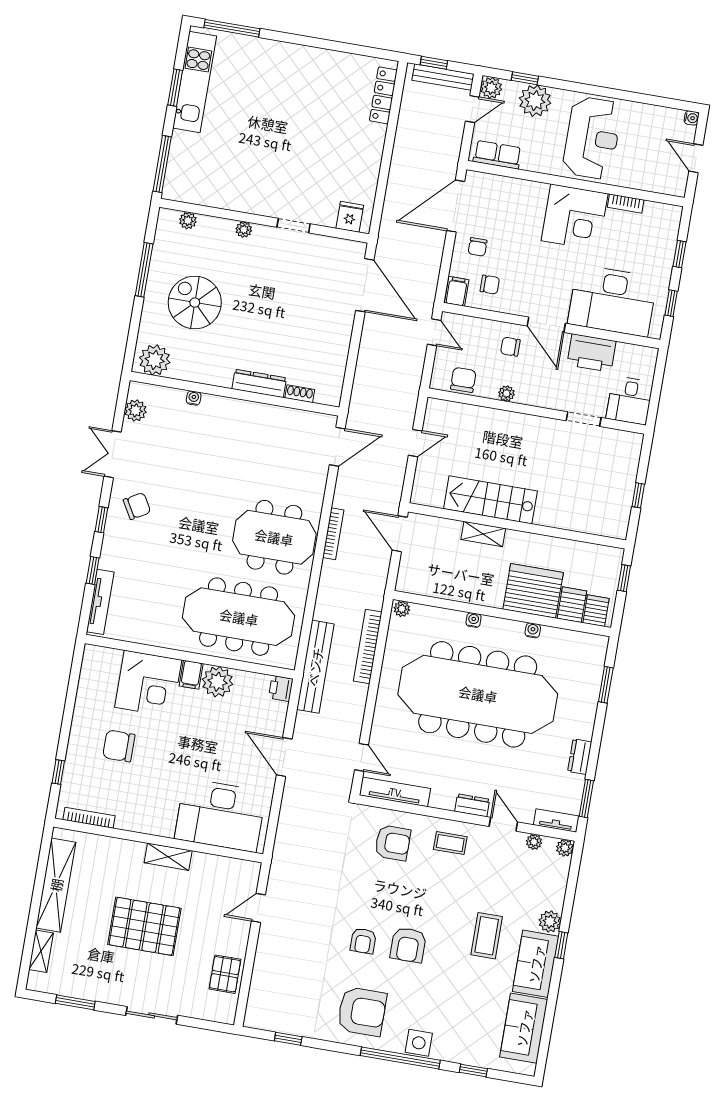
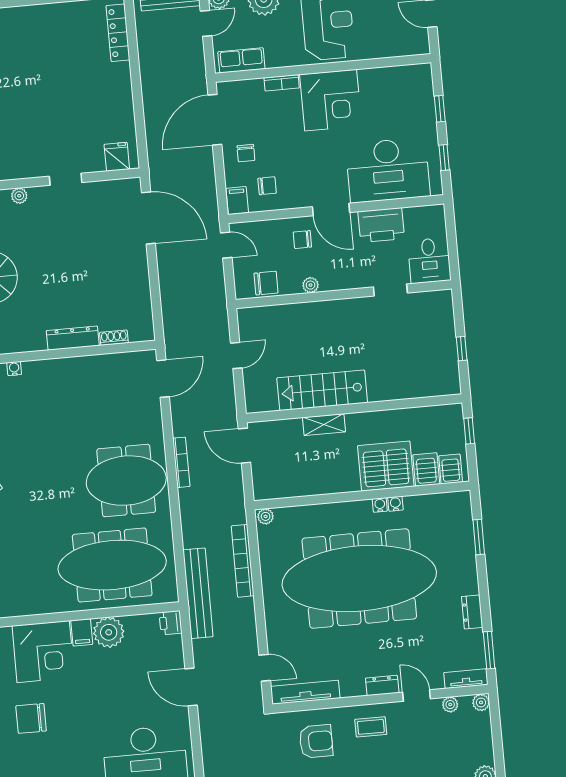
bookcase: (626, 203) -> (282, 83), moved
chair: (463, 380) -> (266, 283), turned 90
water cooler: (474, 620) -> (380, 505), moved

